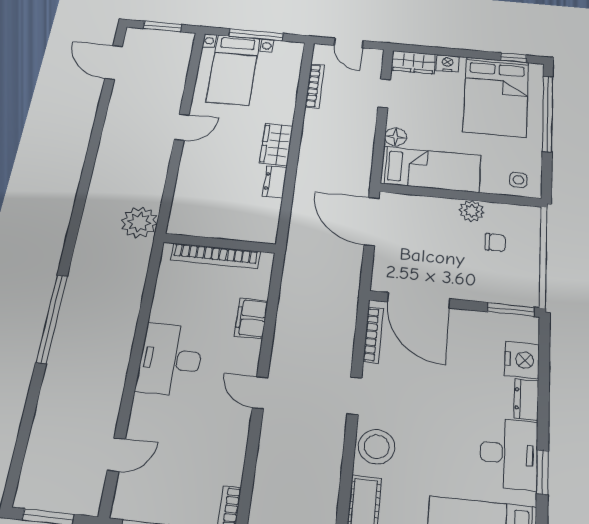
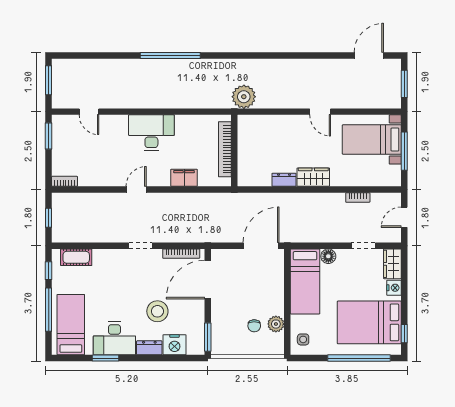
bookcase: (315, 86) -> (358, 198), width x0.64
plant: (472, 211) -> (276, 324), moved
stool: (377, 447) -> (157, 311), moved

